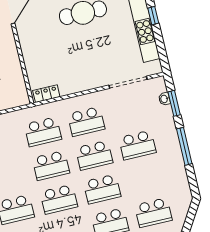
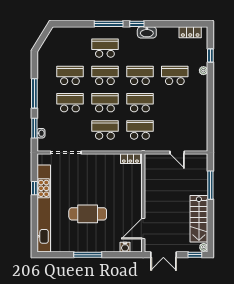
window: (153, 16) -> (34, 188), moved
school desk: (153, 213) -> (70, 75), moved

